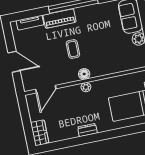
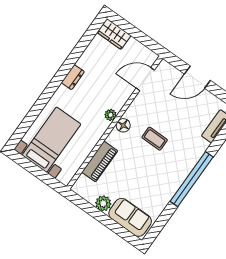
piano: (60, 19) -> (100, 161), moved, turned 180
door: (46, 89) -> (145, 79), hinge flipped

